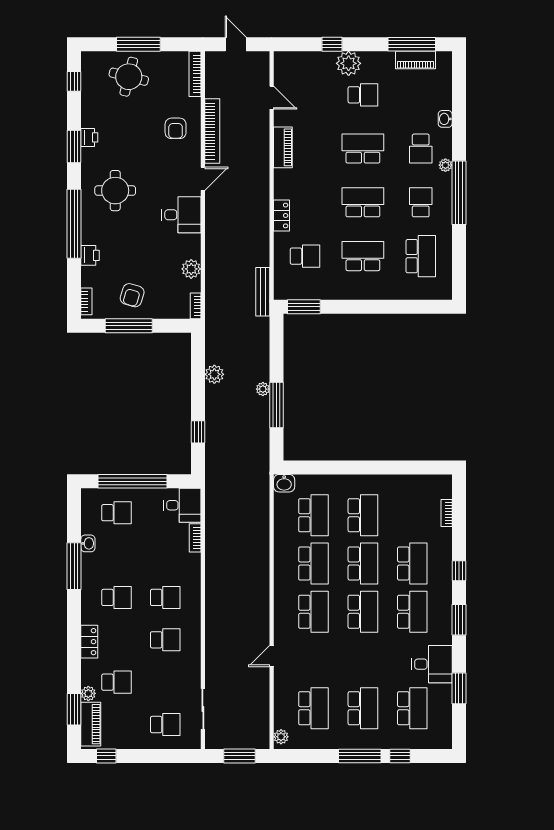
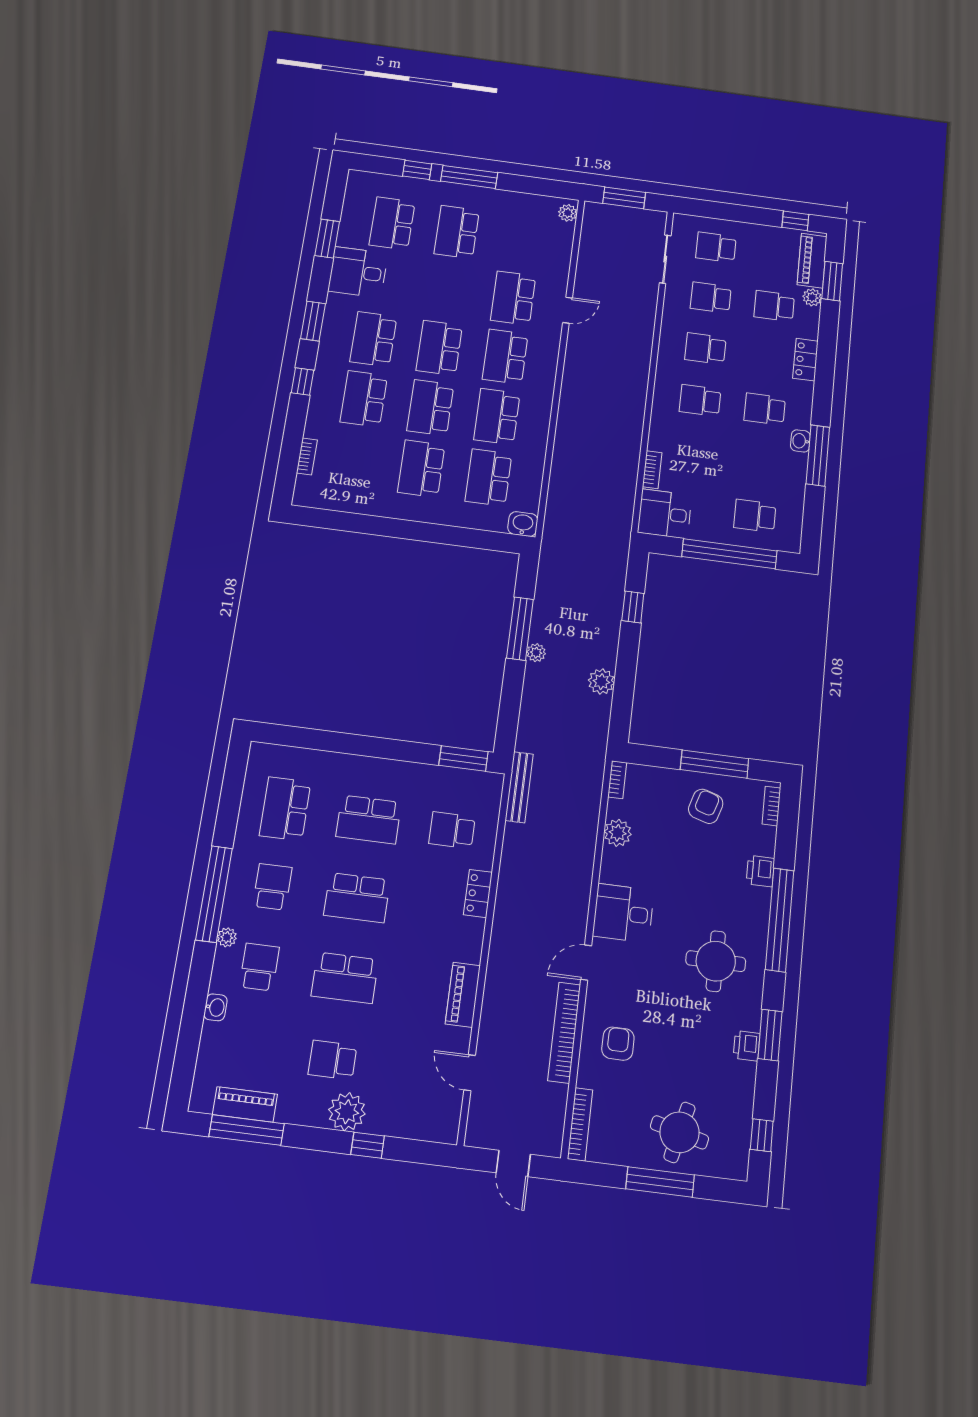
school desk: (421, 202) -> (272, 887), turned 180
washbasin: (88, 543) -> (800, 441), moved
school desk: (165, 682) -> (711, 297), added
school desk: (313, 708) -> (513, 298), moved

